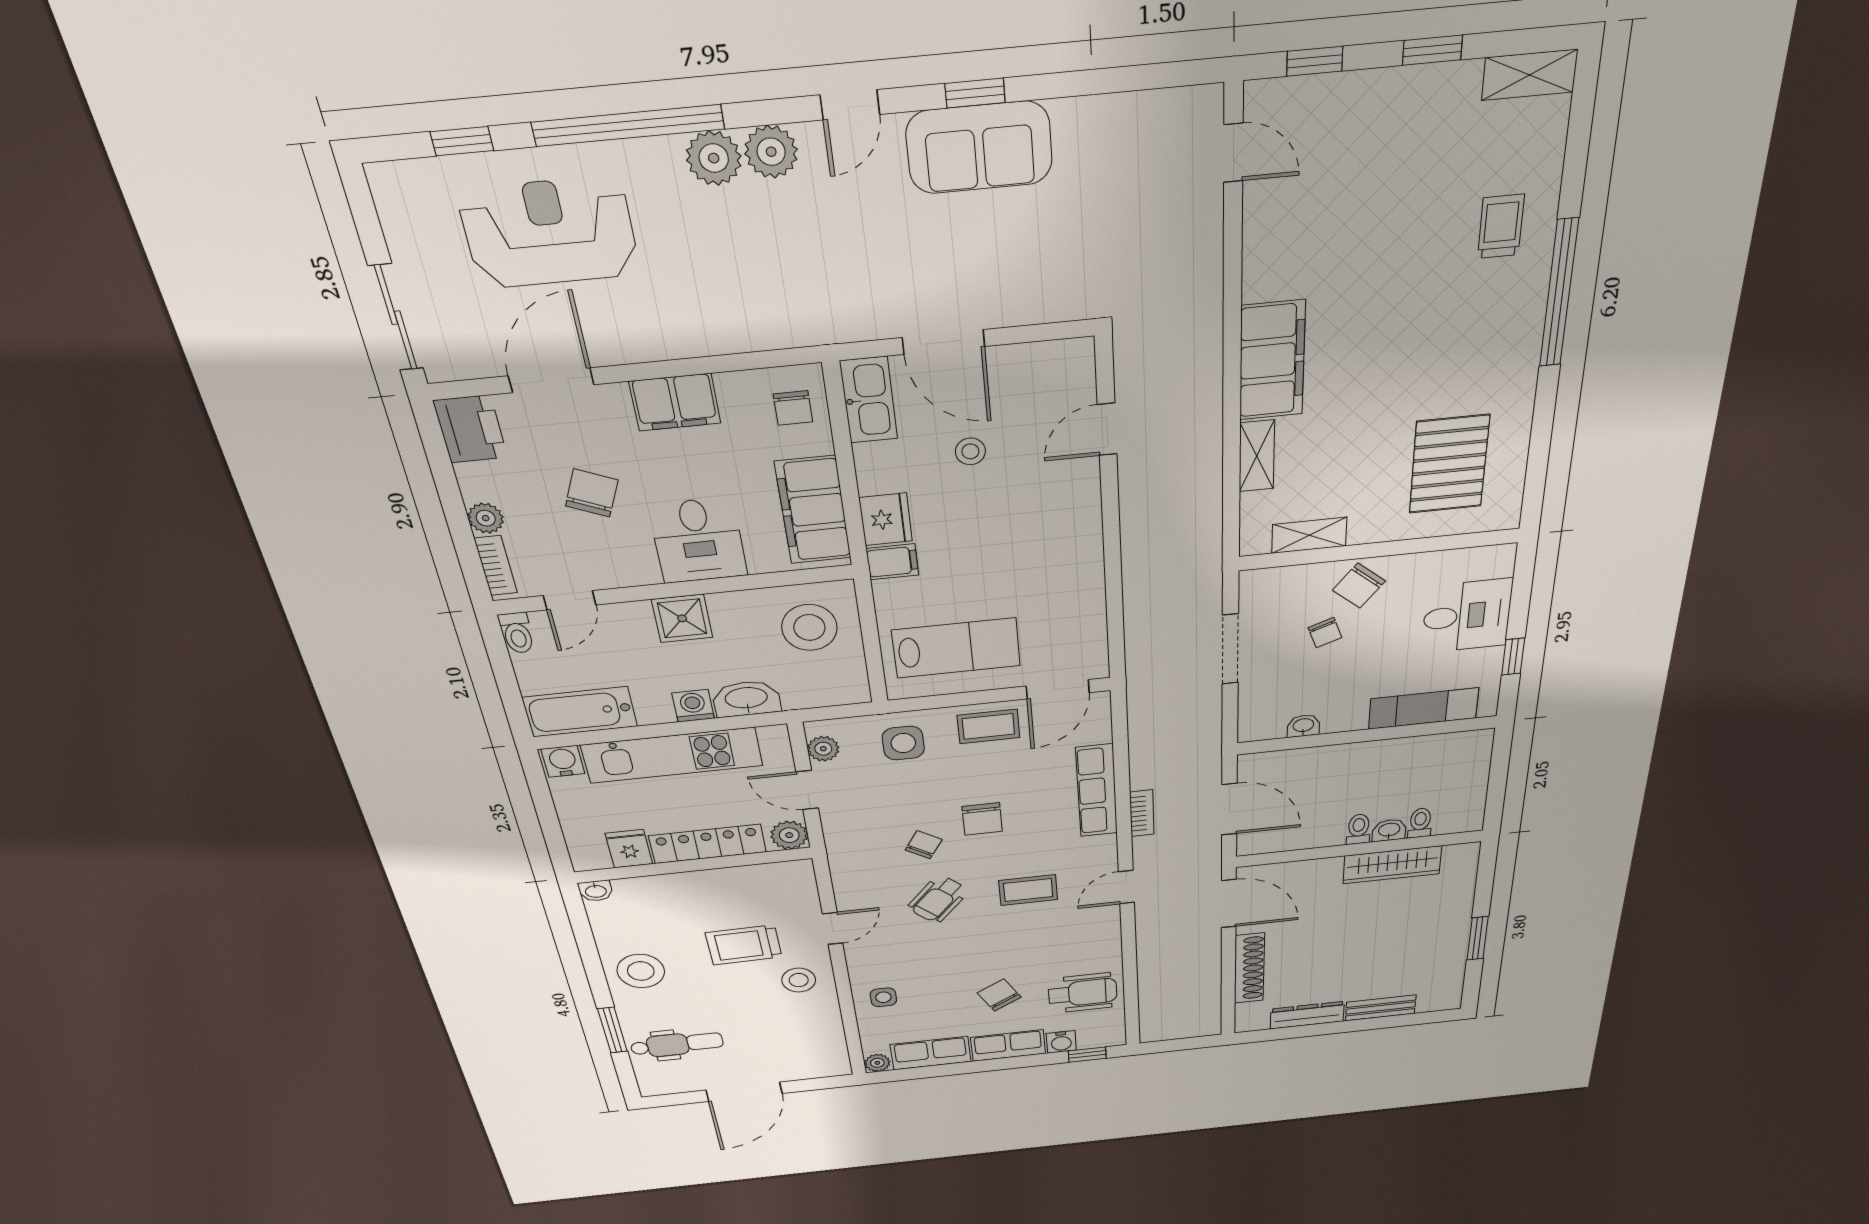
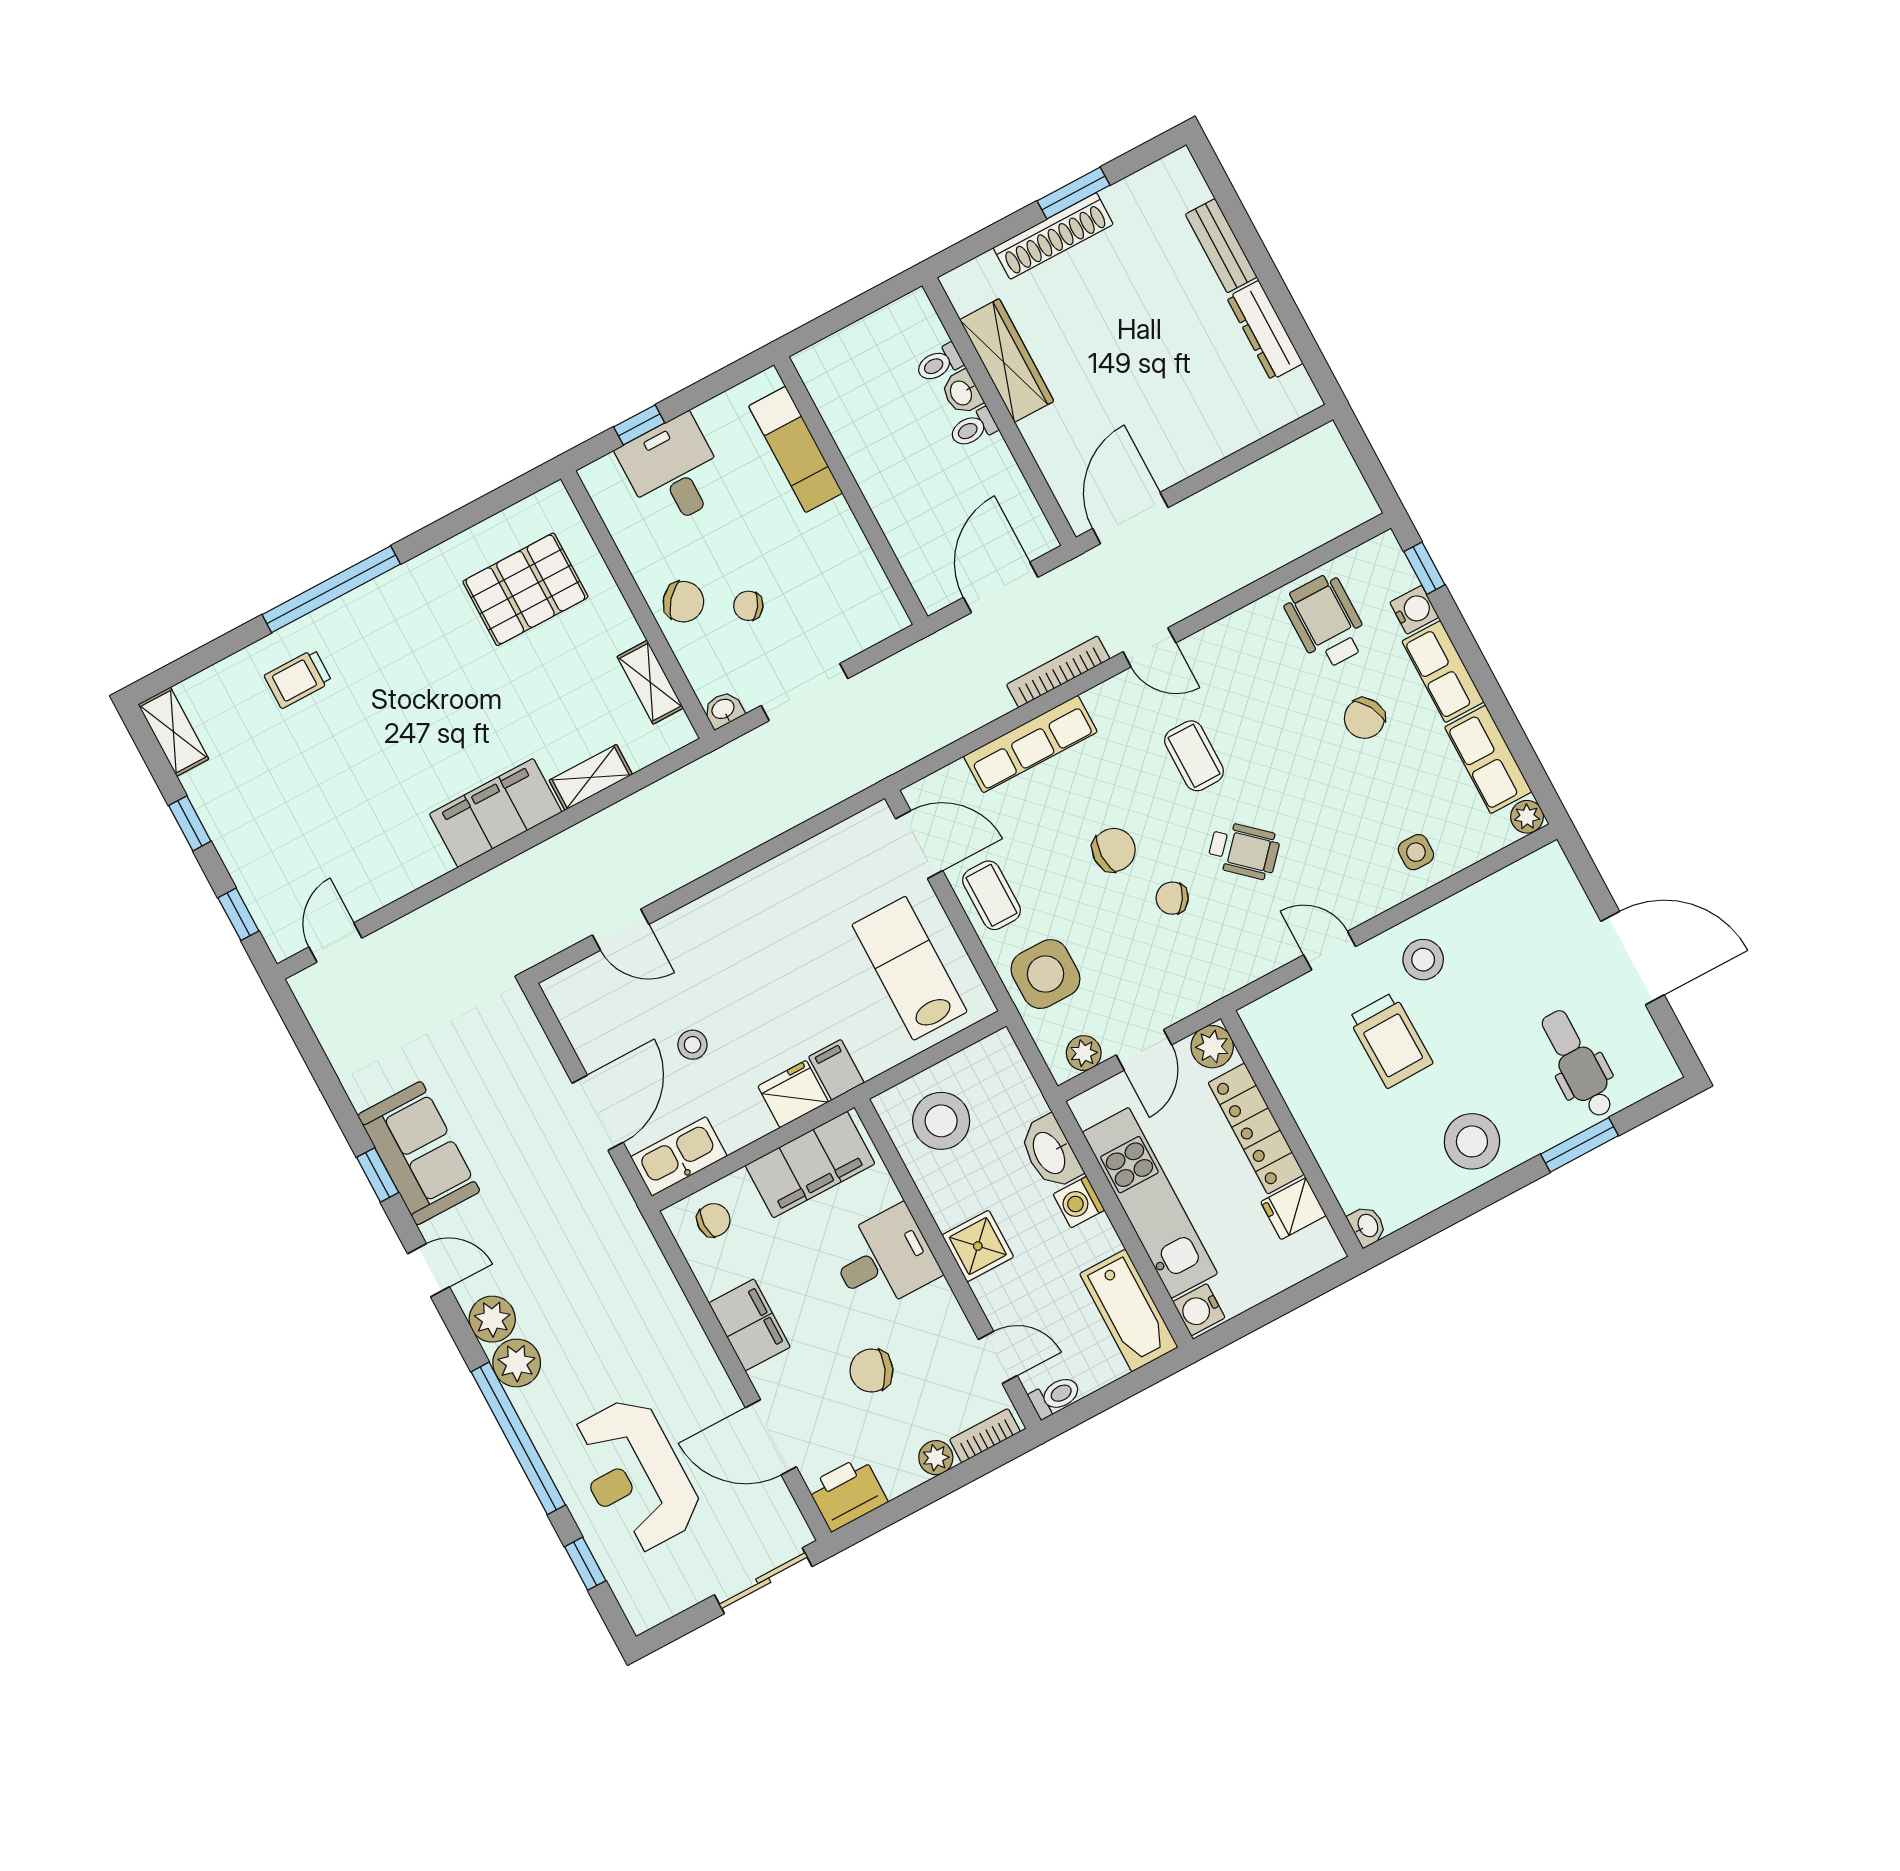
chair: (1325, 633) -> (748, 606), turned -126
window: (1513, 657) -> (639, 425), moved
washbasin: (1303, 726) -> (723, 710), moved, turned 90
side table: (903, 743) -> (1045, 974), width x1.37, depth x1.37
bookcase: (1142, 813) -> (1058, 672), width x1.56
shoe rack: (1249, 968) -> (1053, 236), moved, turned 180

